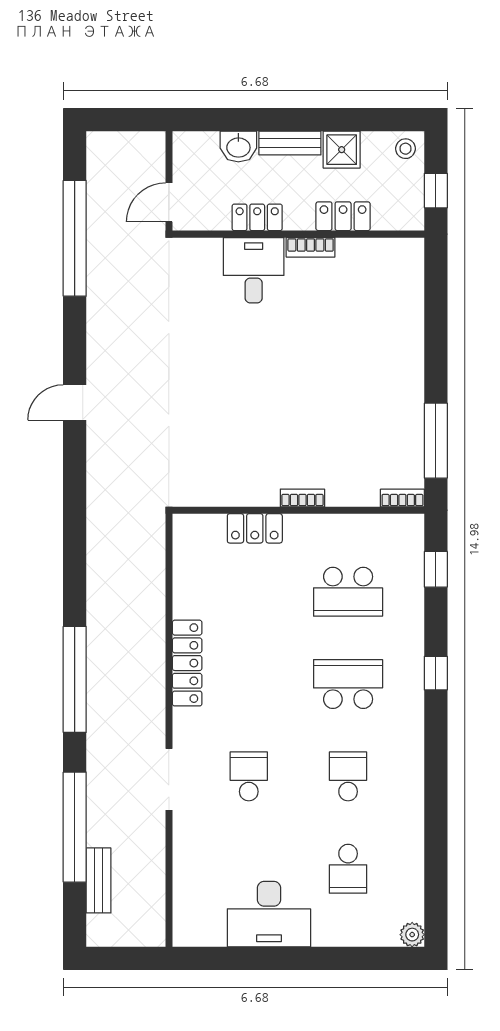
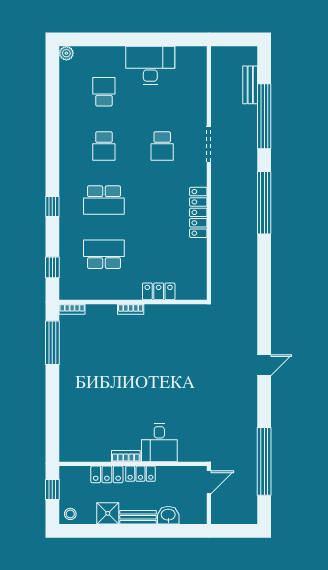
locker: (257, 217) -> (140, 474), moved

